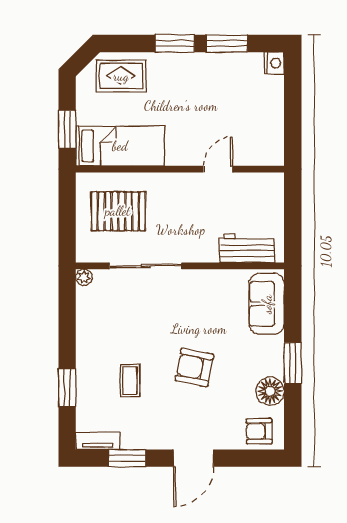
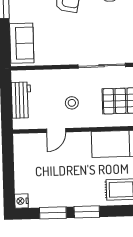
stool: (193, 210) -> (72, 103), added
workbench: (247, 248) -> (21, 100), moved, turned -90

